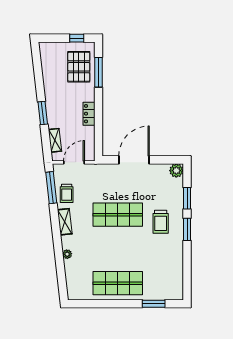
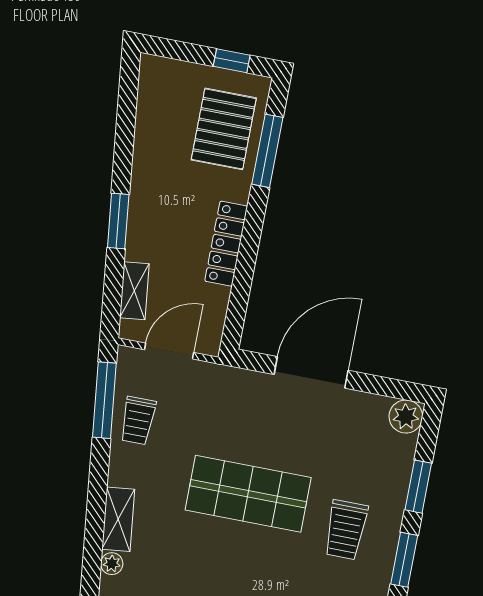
locker: (89, 114) -> (226, 244), width x1.53
shelving: (65, 222) -> (118, 519), moved

